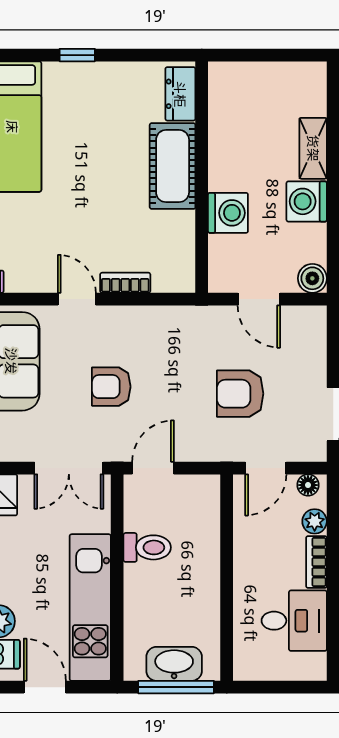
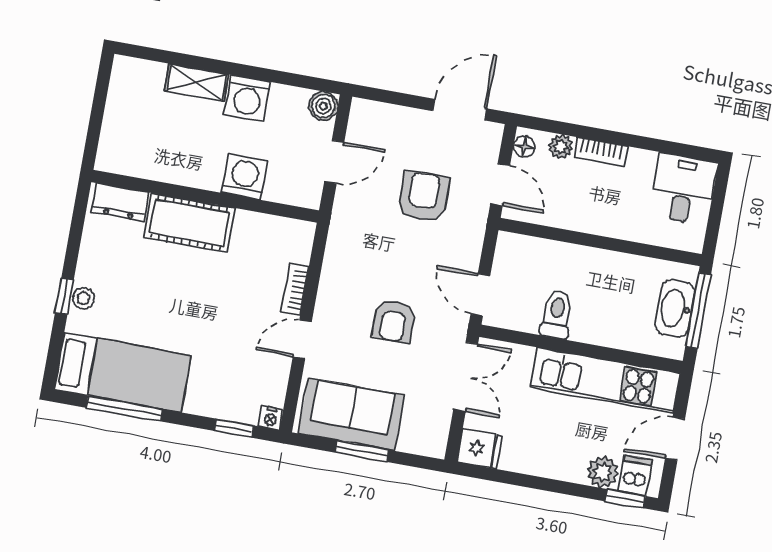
stool: (78, 75) -> (84, 298), added
armchair: (240, 394) -> (423, 197), turned 180
desk: (294, 621) -> (683, 189), moved

